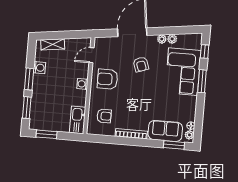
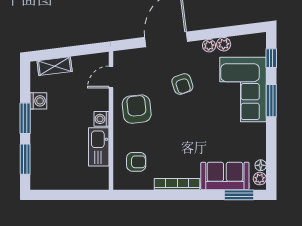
armchair: (108, 79) -> (137, 109), turned 84
kitchen sink: (78, 120) -> (99, 147), moved
window: (46, 134) -> (56, 195), removed

